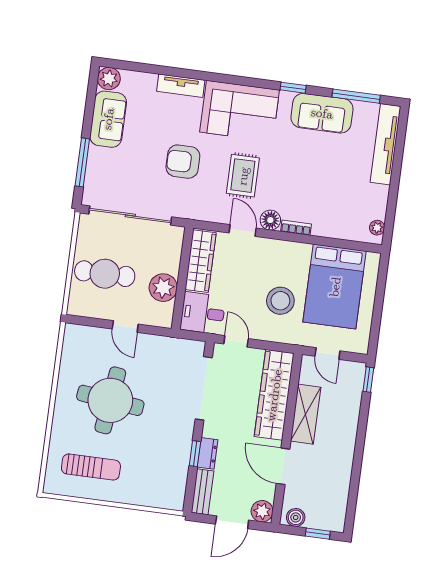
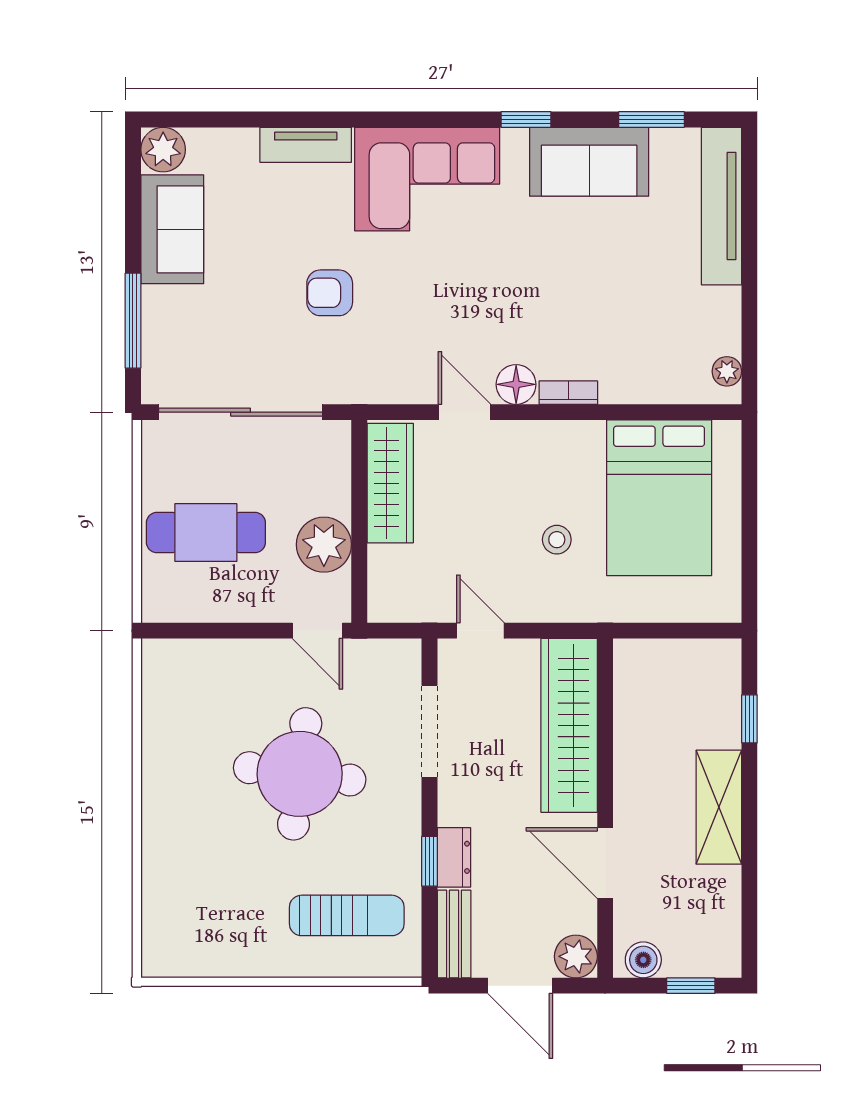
window: (356, 96) -> (651, 119), width x0.69
armchair: (183, 162) -> (330, 293), width x0.72, depth x0.72
rug: (243, 176) -> (451, 305), removed
stool: (280, 301) -> (557, 540), width x0.53, depth x0.53
desk: (203, 313) -> (408, 584), removed
door: (125, 326) -> (317, 631), moved
door: (327, 353) -> (663, 631), removed
window: (368, 380) -> (749, 719), moved
doorway: (204, 388) -> (430, 731), width x0.73
round table: (110, 400) -> (300, 774), moved
shelving: (306, 414) -> (719, 807), moved
sun lounger: (91, 467) -> (347, 915), moved
door: (232, 522) -> (520, 986), hinge flipped

